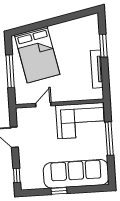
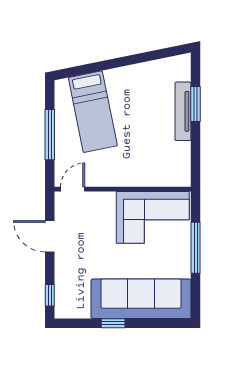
bed: (37, 55) -> (93, 112), width x0.67
tv unit: (97, 69) -> (183, 111), moved
door: (43, 105) -> (73, 189), moved

